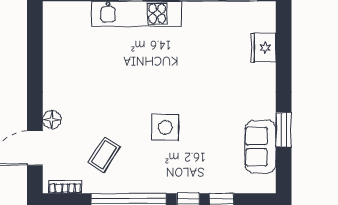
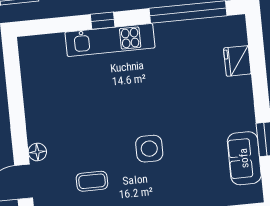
coffee table: (104, 155) -> (92, 181), turned 57

